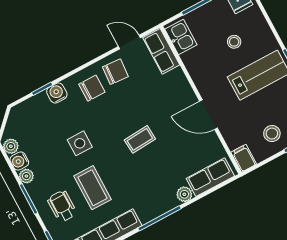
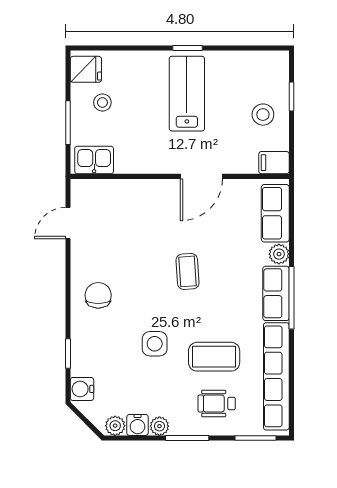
stool: (234, 42) -> (102, 102), moved
row of seats: (161, 51) -> (276, 293), moved, turned 90
chair: (115, 72) -> (94, 258), removed
water cooler: (57, 93) -> (82, 389), moved

